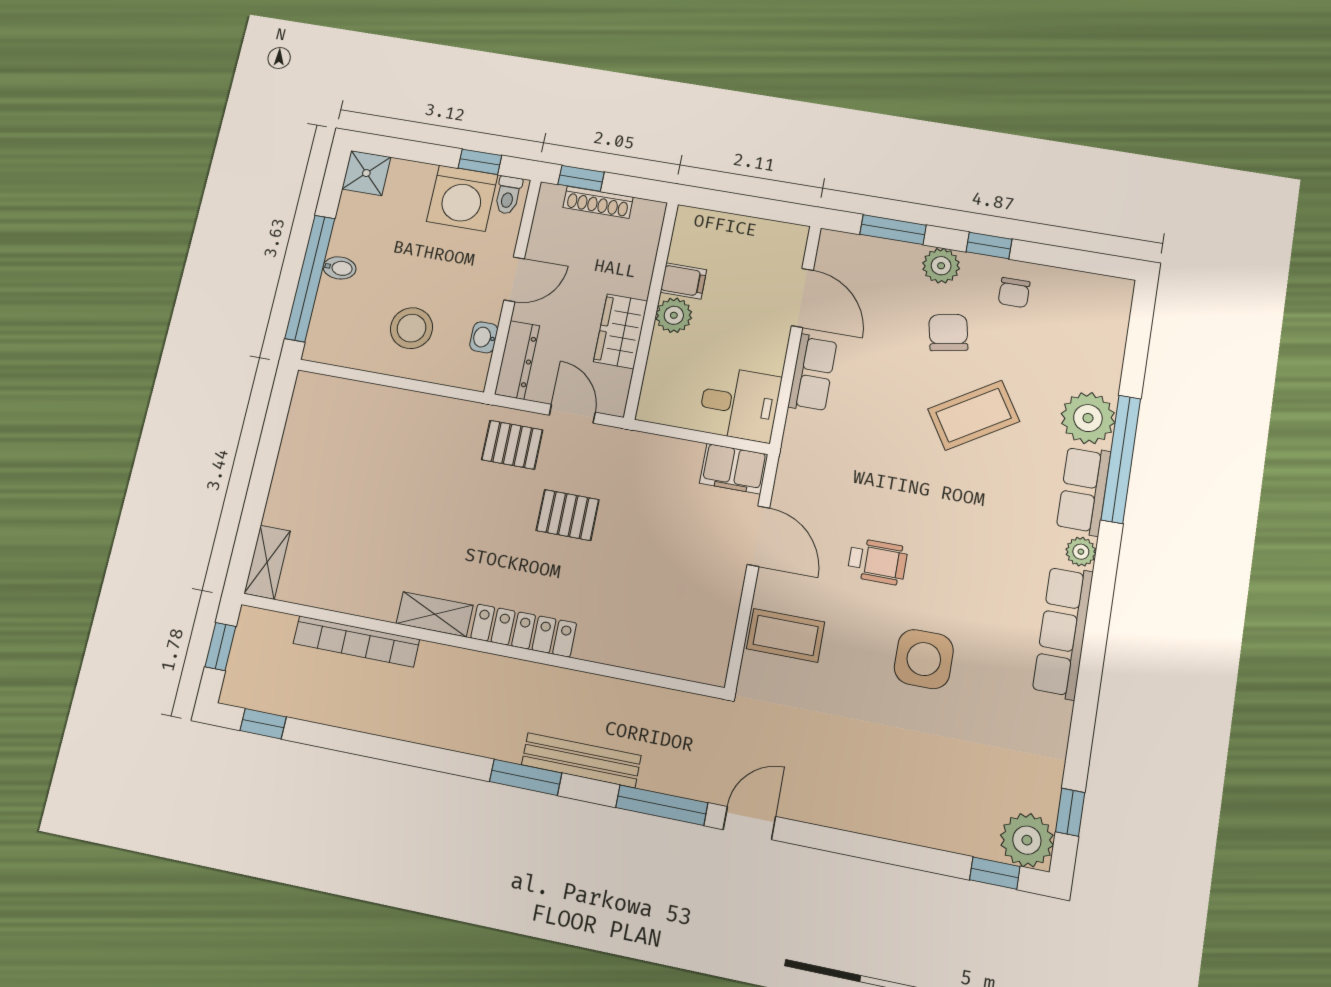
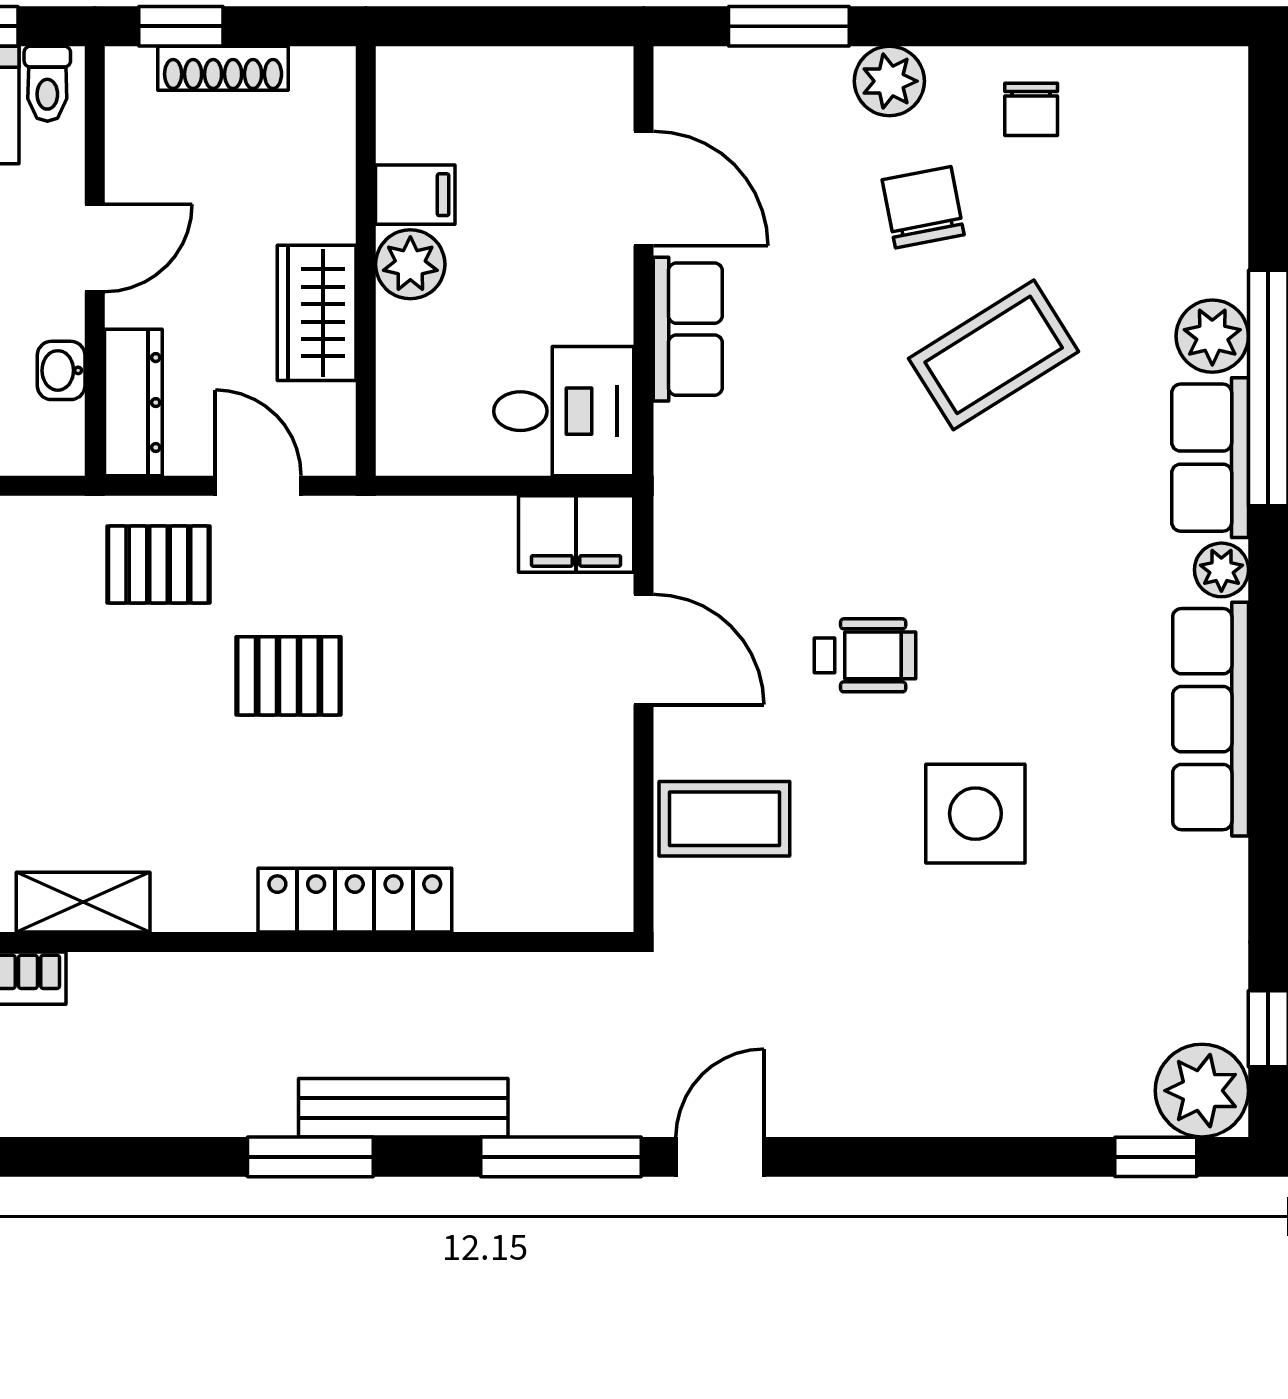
window: (989, 245) -> (971, 26), removed
plant: (1088, 418) -> (1212, 336), width x0.73, depth x0.73
locker: (524, 631) -> (355, 900), moved

